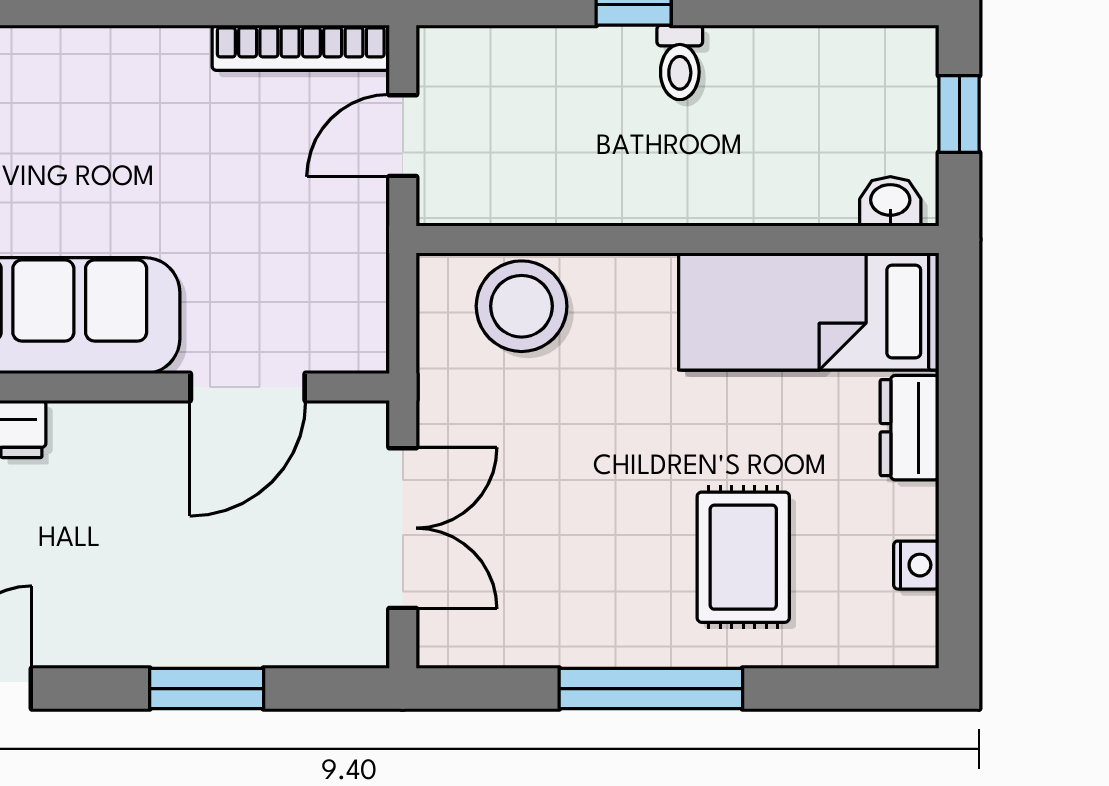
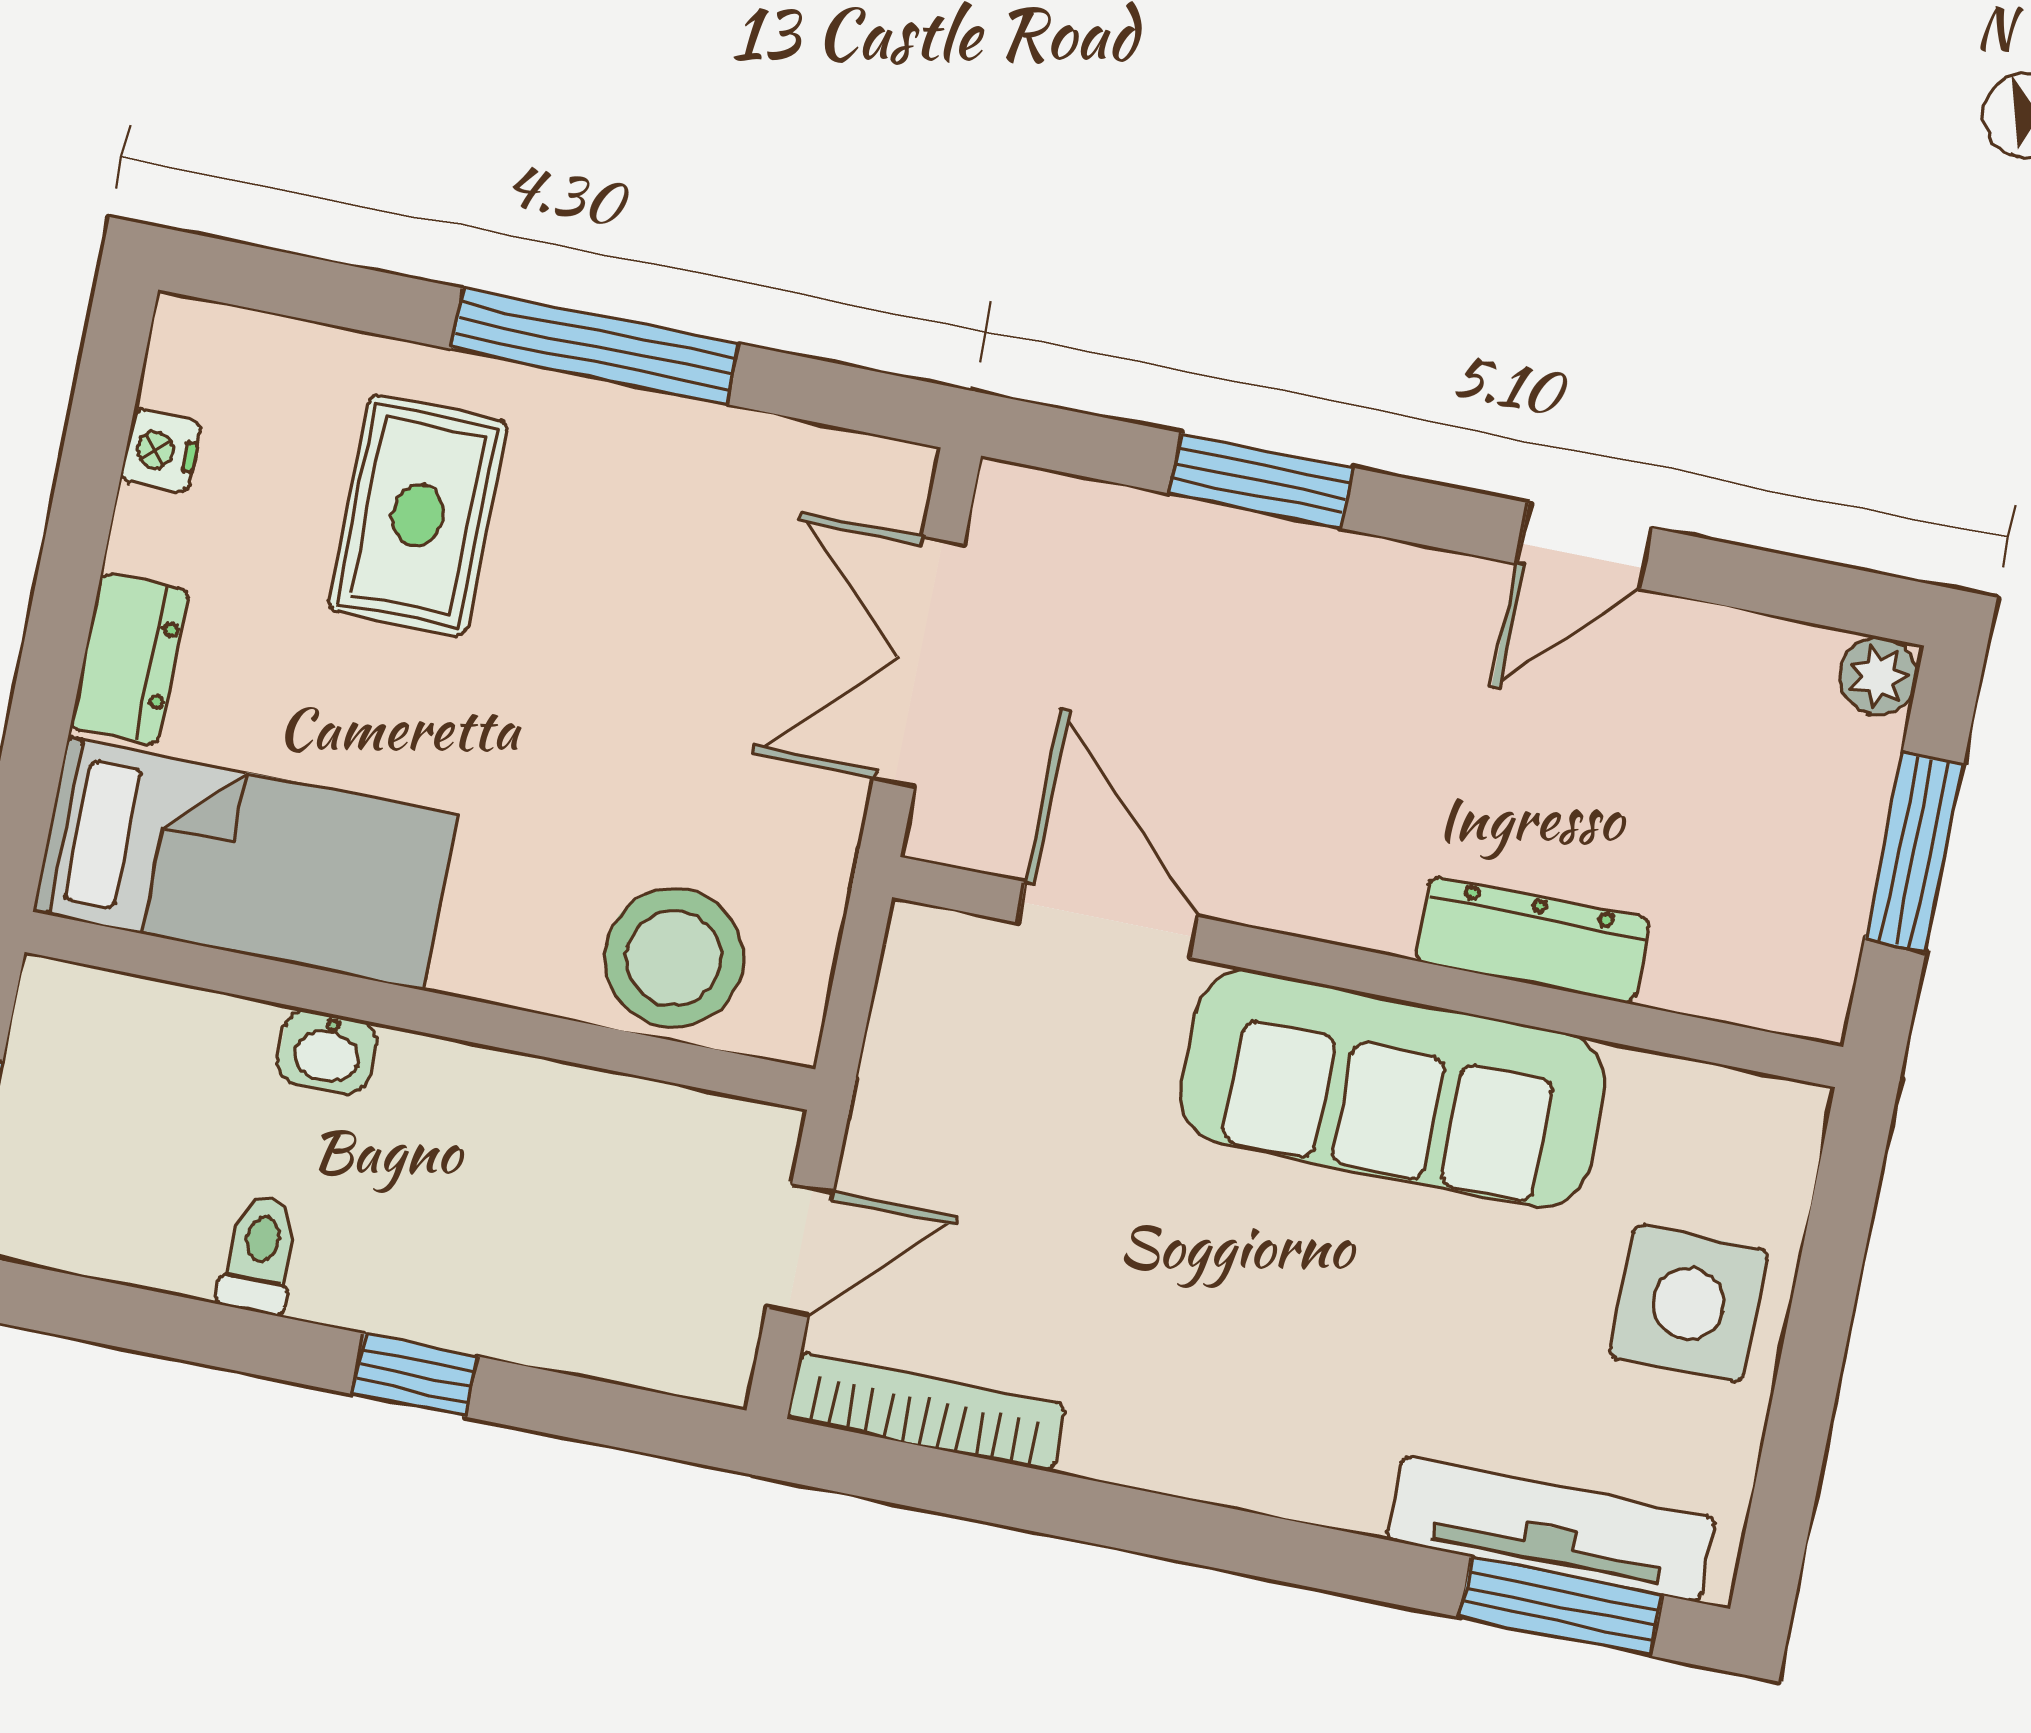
toilet: (680, 62) -> (260, 1254), moved
washbasin: (890, 201) -> (327, 1051), moved
door: (248, 387) -> (1108, 920), hinge flipped

